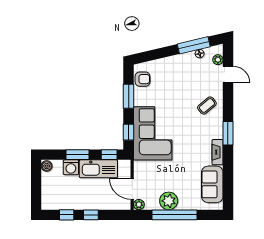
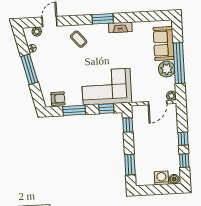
window: (194, 45) -> (29, 69), moved
armchair: (143, 79) -> (58, 99), turned 90
window: (78, 155) -> (130, 165), moved
boiler: (47, 166) -> (174, 179), moved
washing machine: (71, 167) -> (161, 178), moved, turned -90
kitchen sink: (98, 169) -> (141, 134), removed
sofa: (212, 184) -> (164, 44), moved, turned 90

